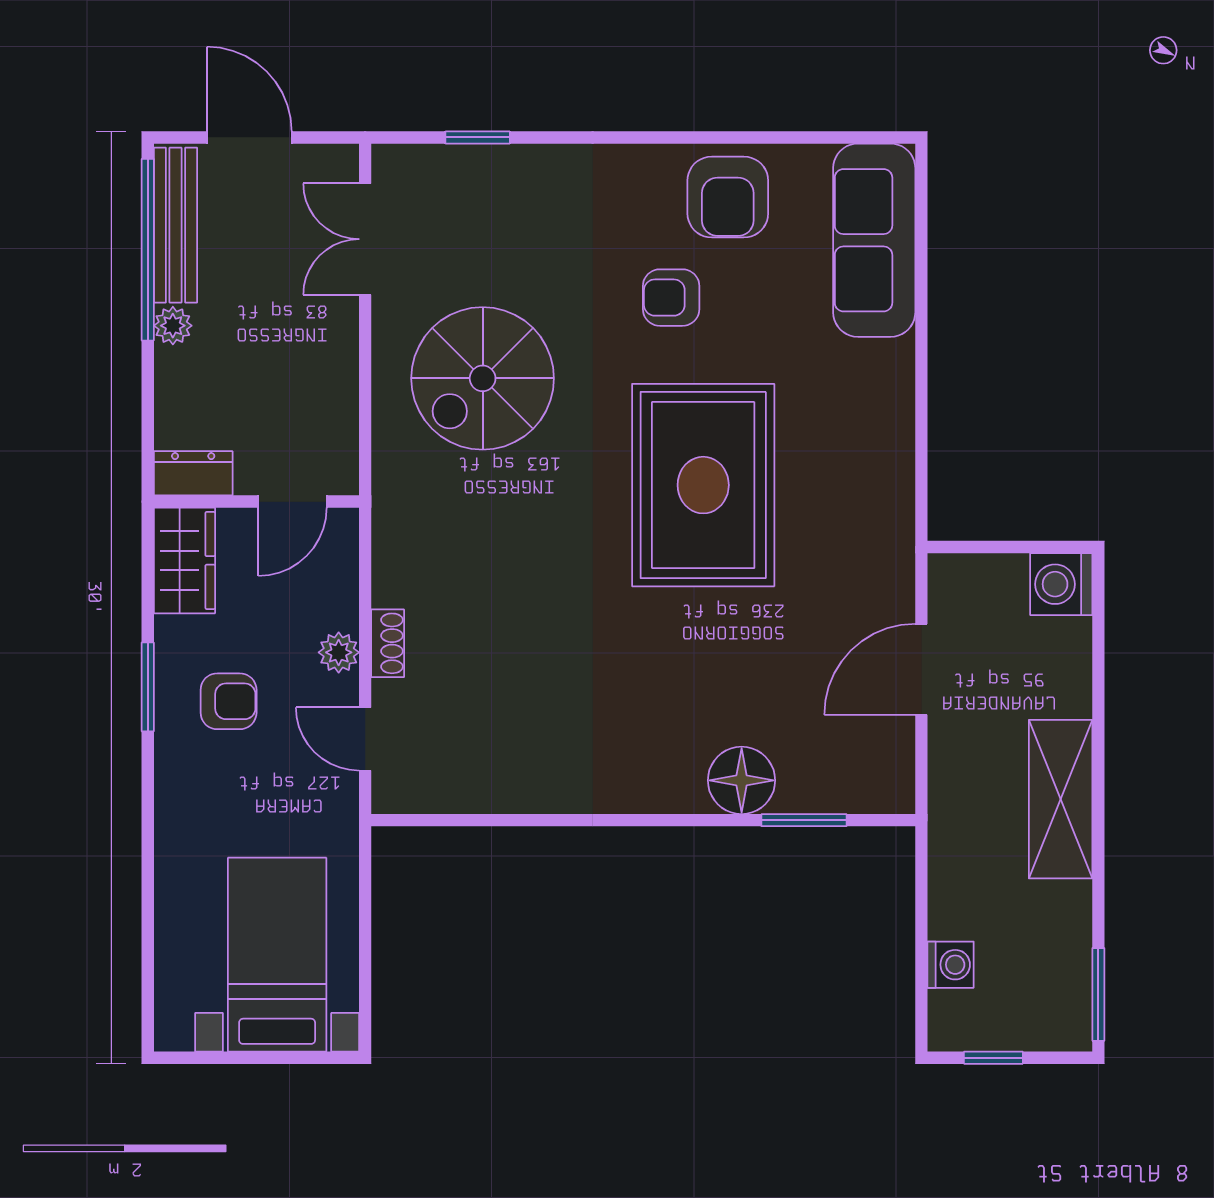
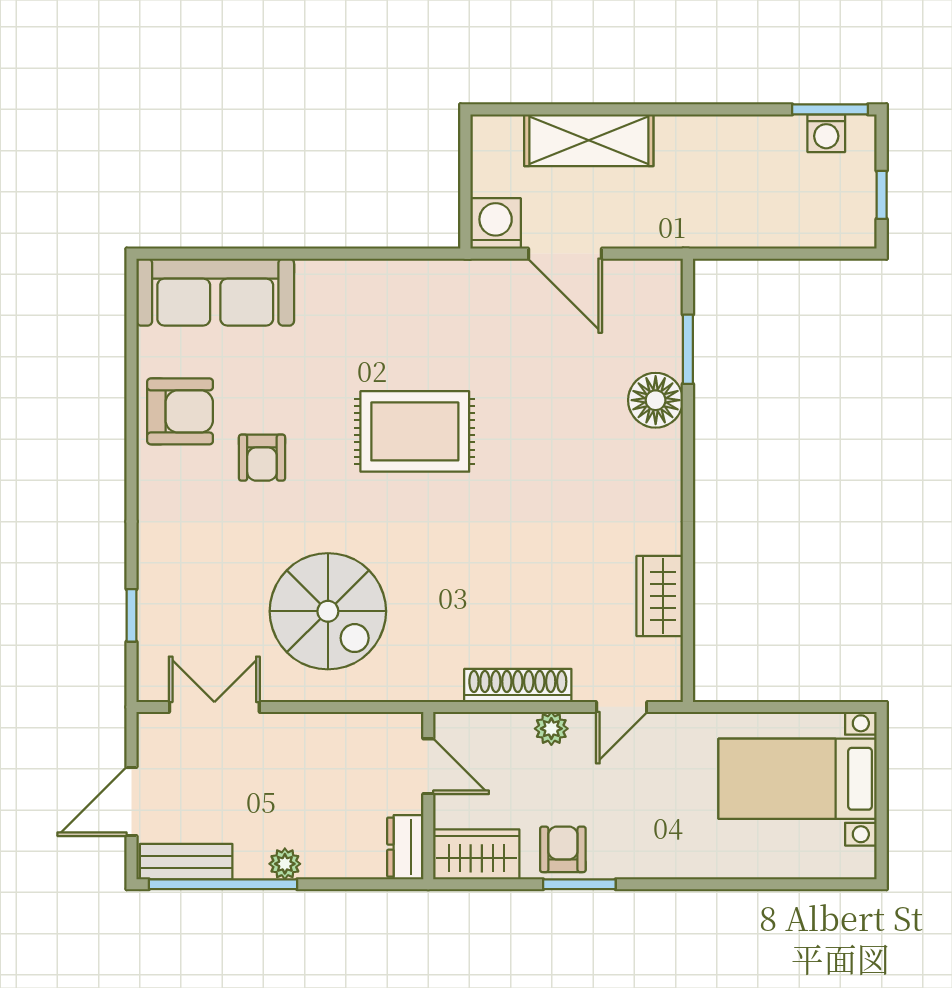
bench: (175, 225) -> (186, 862), width x0.73
double door: (365, 239) -> (214, 707), swing flipped
rug: (703, 485) -> (415, 431), width x0.73, depth x0.69
washing machine: (1061, 584) -> (496, 223), moved, turned 180
shoe rack: (388, 643) -> (518, 685), width x1.94, depth x1.24
armchair: (229, 701) -> (563, 849), moved
wardrobe: (501, 786) -> (660, 596), added
shelving: (1061, 799) -> (589, 140), moved
washing machine: (951, 965) -> (826, 133), moved, turned 180

